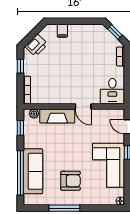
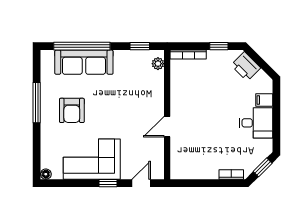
desk: (112, 91) -> (256, 123), moved, turned 180
fireplace: (57, 116) -> (155, 93), removed

